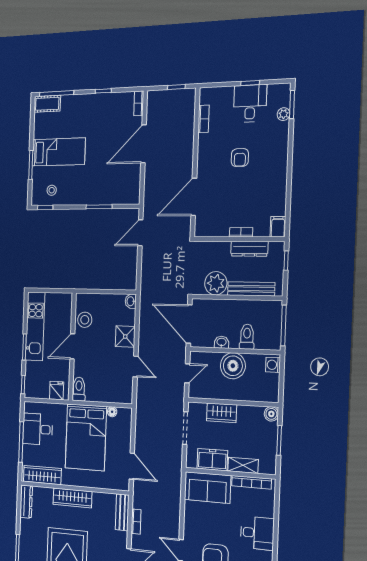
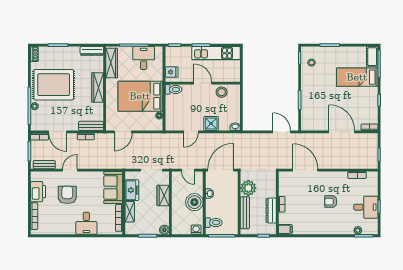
bed: (58, 152) -> (357, 77), moved, turned 90
toilet: (247, 337) -> (214, 223), moved

